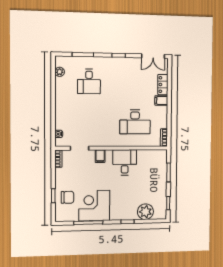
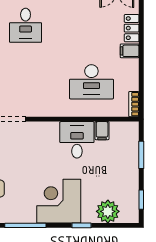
filing cabinet: (100, 156) -> (102, 131), moved
corner desk: (94, 206) -> (59, 201), moved

